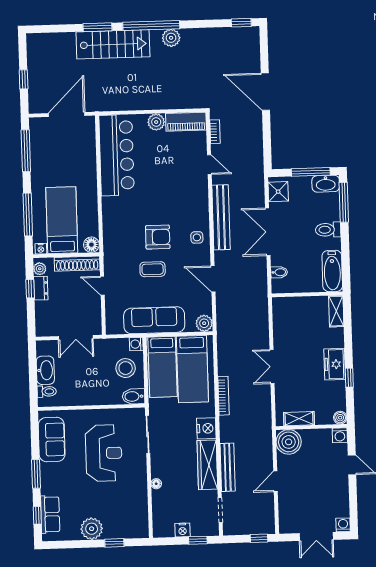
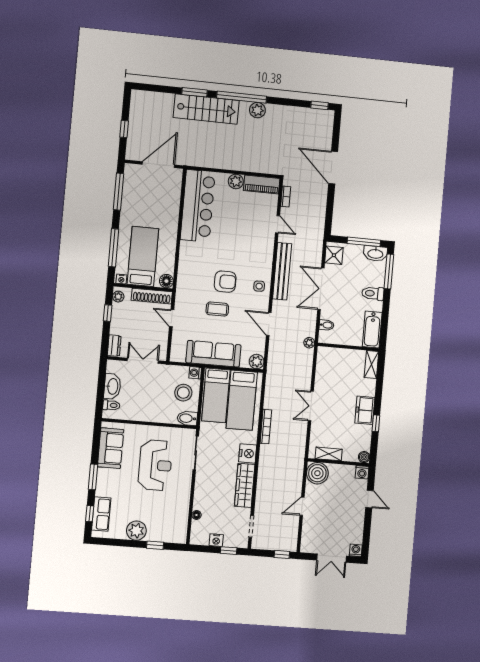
dresser: (41, 288) -> (114, 346), moved
plant: (262, 295) -> (309, 343), added
double door: (76, 338) -> (143, 361), swing flipped
bench: (228, 467) -> (262, 489), removed
floor lamp: (156, 484) -> (196, 515), moved

